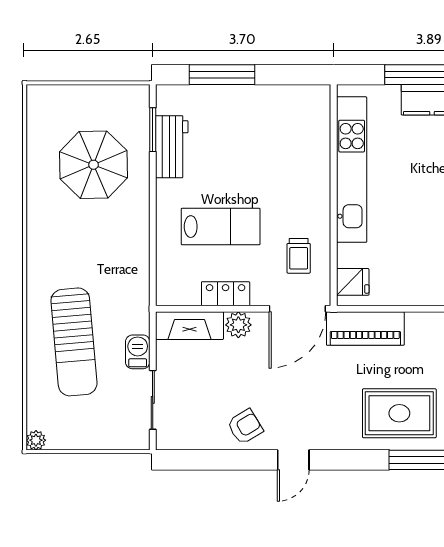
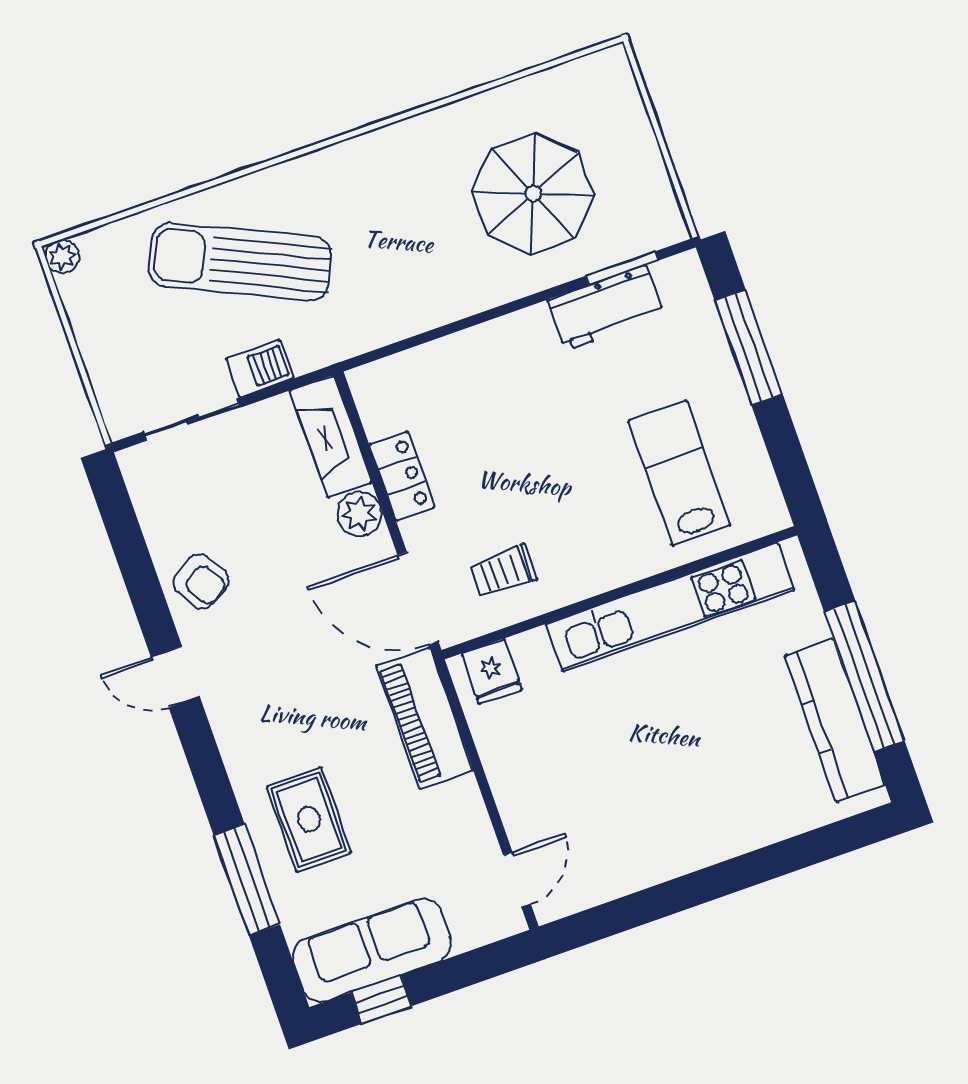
lab bench: (221, 227) -> (679, 473), moved, turned 180
sun lounger: (74, 342) -> (240, 262), turned 30
rug: (399, 413) -> (309, 820), width x0.73, depth x0.70

